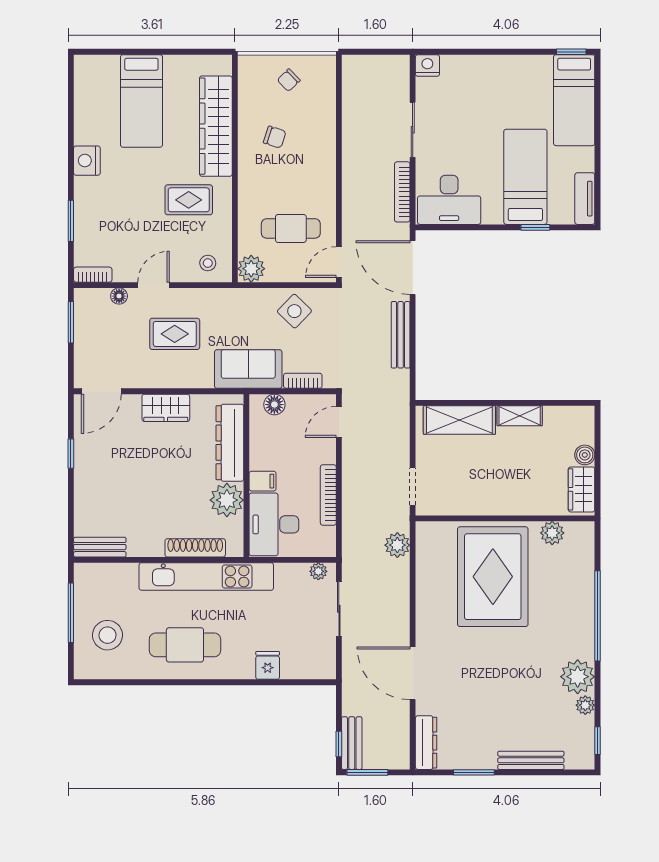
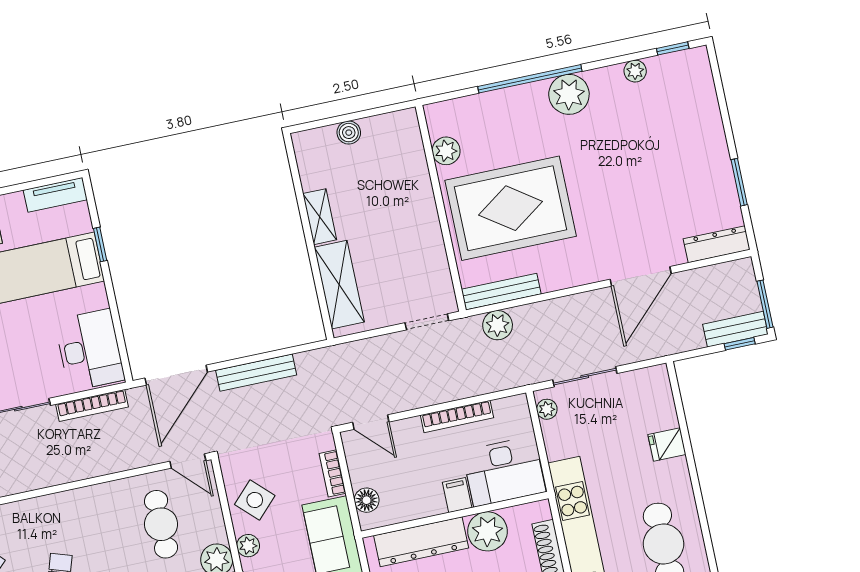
plant: (257, 297) -> (248, 546), added
wardrobe: (582, 489) -> (389, 128), removed
plant: (578, 677) -> (569, 94), moved
bench: (531, 760) -> (501, 292), moved, turned 90

